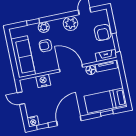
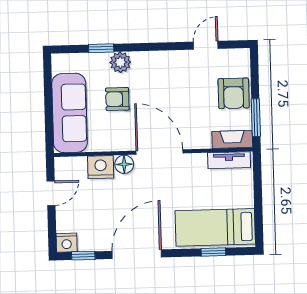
plant: (70, 23) -> (174, 64), removed
floor lamp: (91, 70) -> (124, 164), moved
door: (21, 98) -> (51, 193), swing flipped

